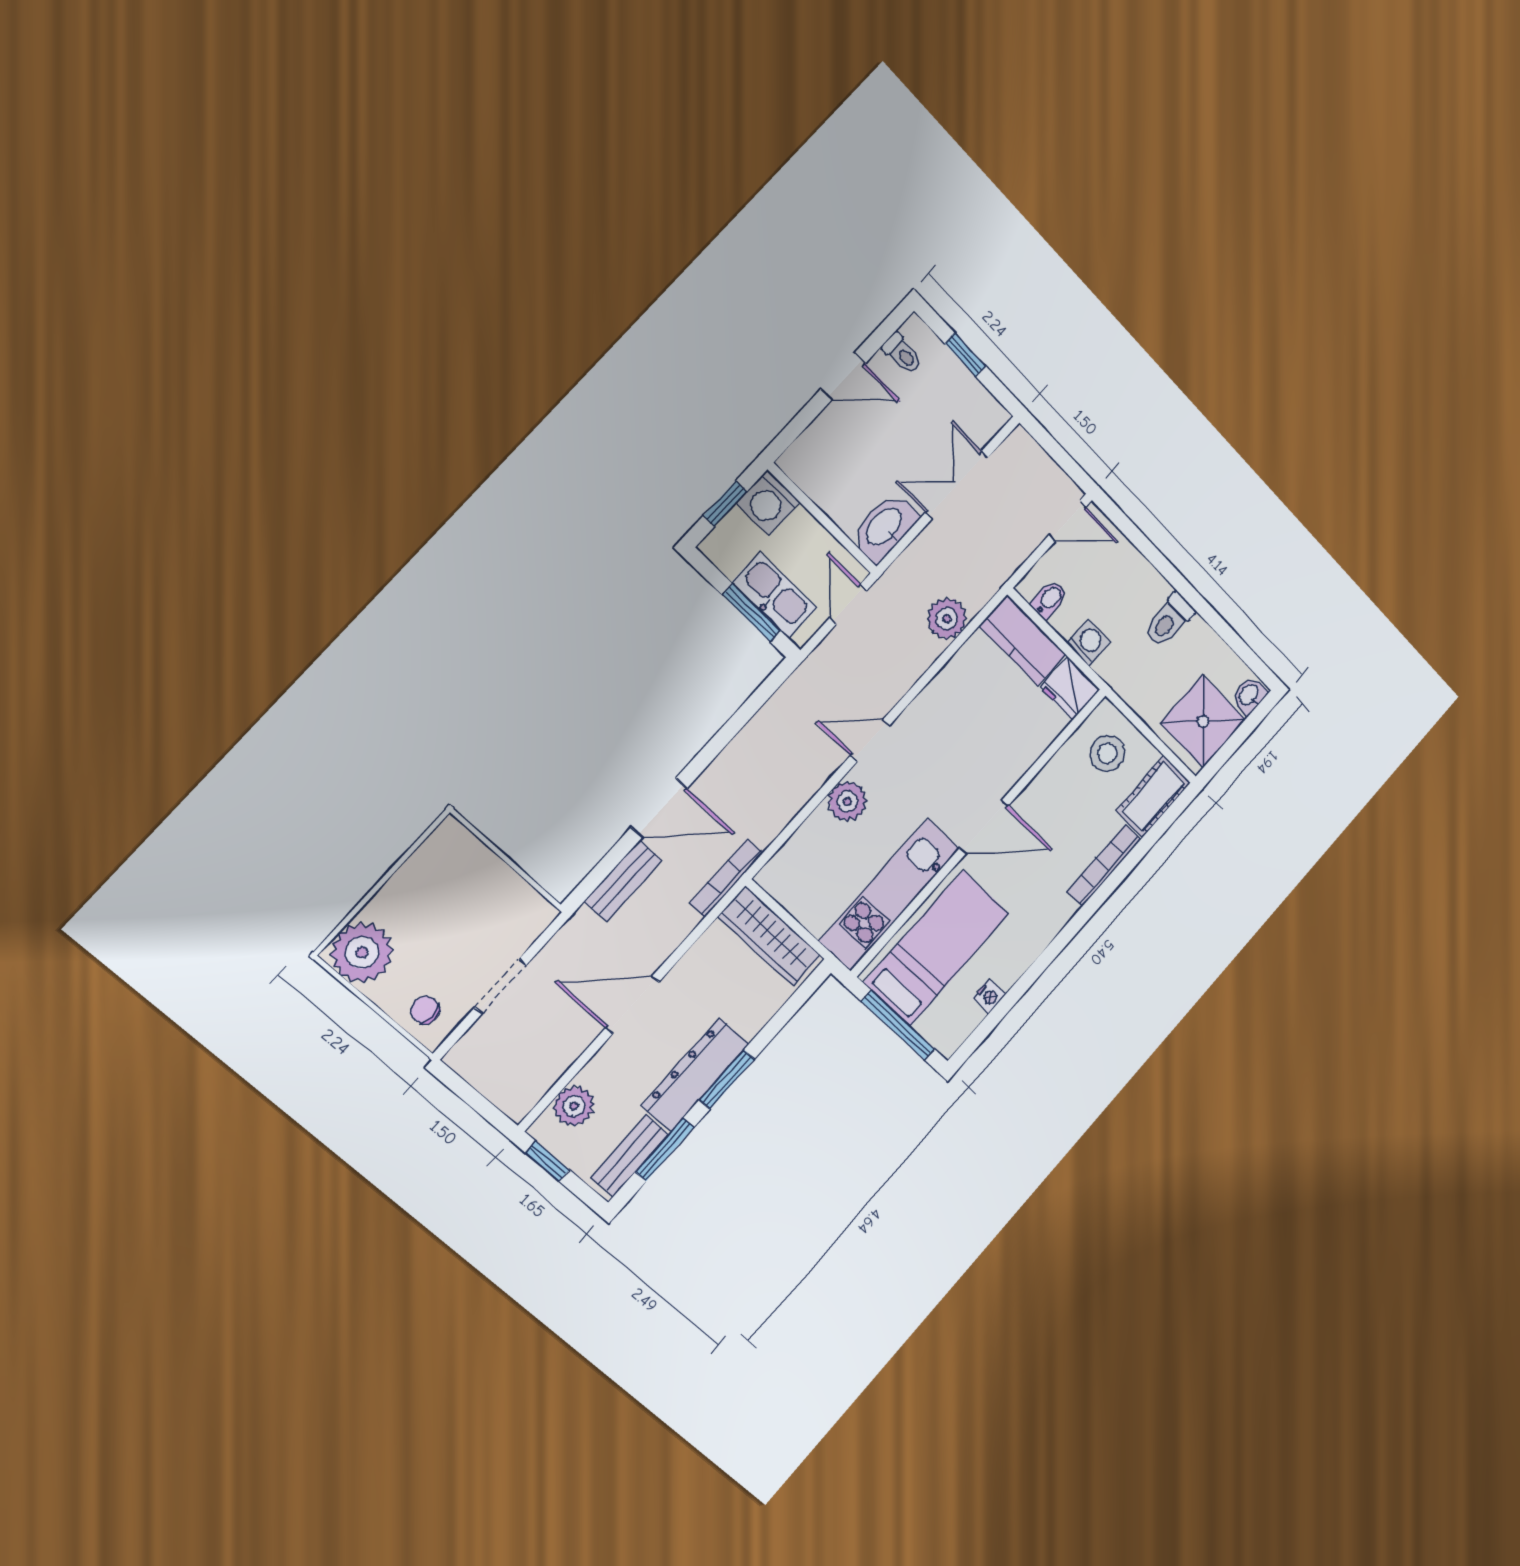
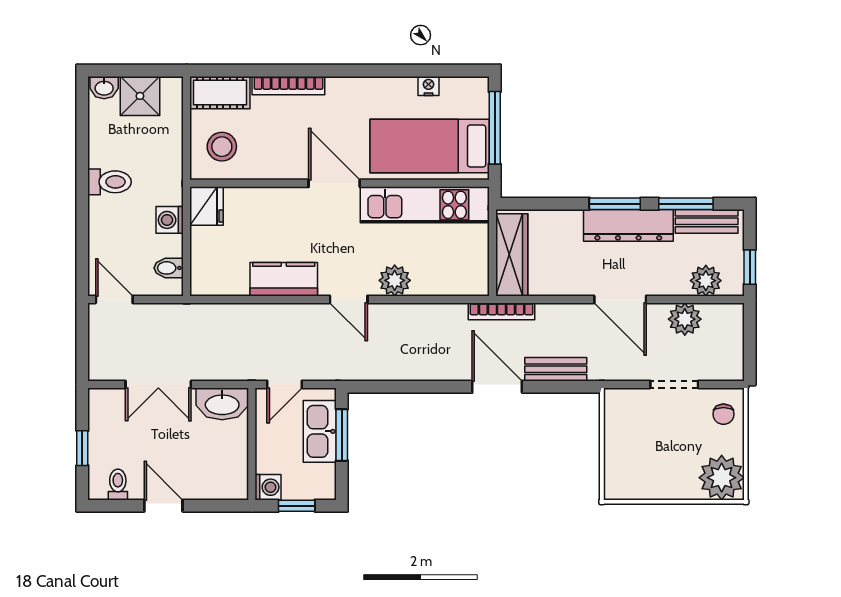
washing machine: (768, 503) -> (268, 487), width x0.73, depth x0.73
plant: (947, 619) -> (685, 319), moved
kitchen counter: (1023, 641) -> (284, 279), moved, turned -90
shower: (1203, 721) -> (140, 96), width x0.73, depth x0.73

